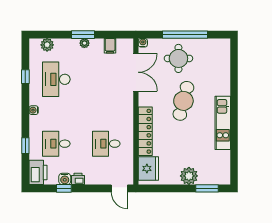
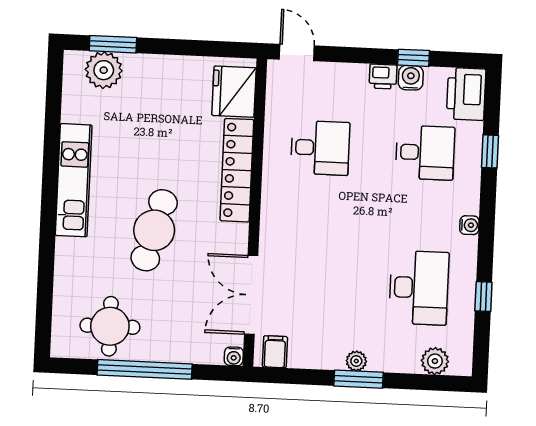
filing cabinet: (110, 46) -> (275, 352), moved
round table: (178, 58) -> (110, 326), moved
plant: (189, 176) -> (104, 70), moved

